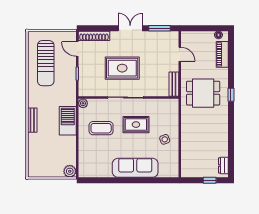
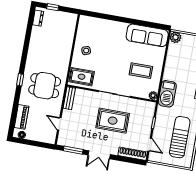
barbecue: (68, 121) -> (167, 94), moved
rug: (136, 125) -> (82, 77), moved
sofa: (135, 168) -> (147, 35), moved

